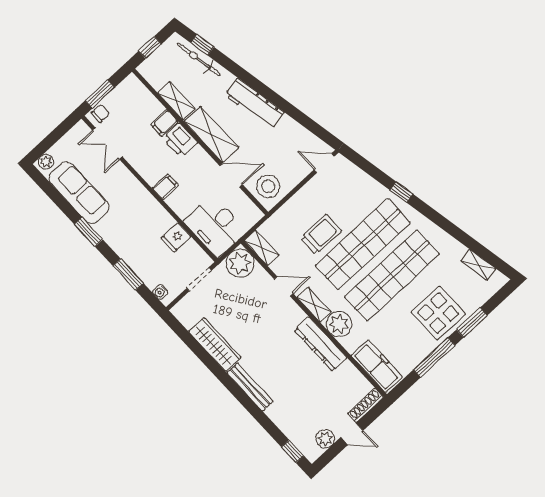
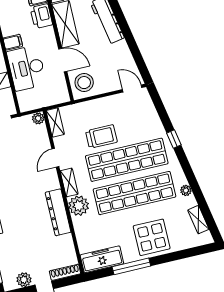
desk: (215, 226) -> (27, 68), moved
plant: (446, 241) -> (186, 190), added
plant: (240, 263) -> (38, 118), width x0.53, depth x0.53
door: (284, 286) -> (55, 158), swing flipped
window: (472, 323) -> (171, 257), removed
freezer: (377, 366) -> (102, 259), moved, turned -90

